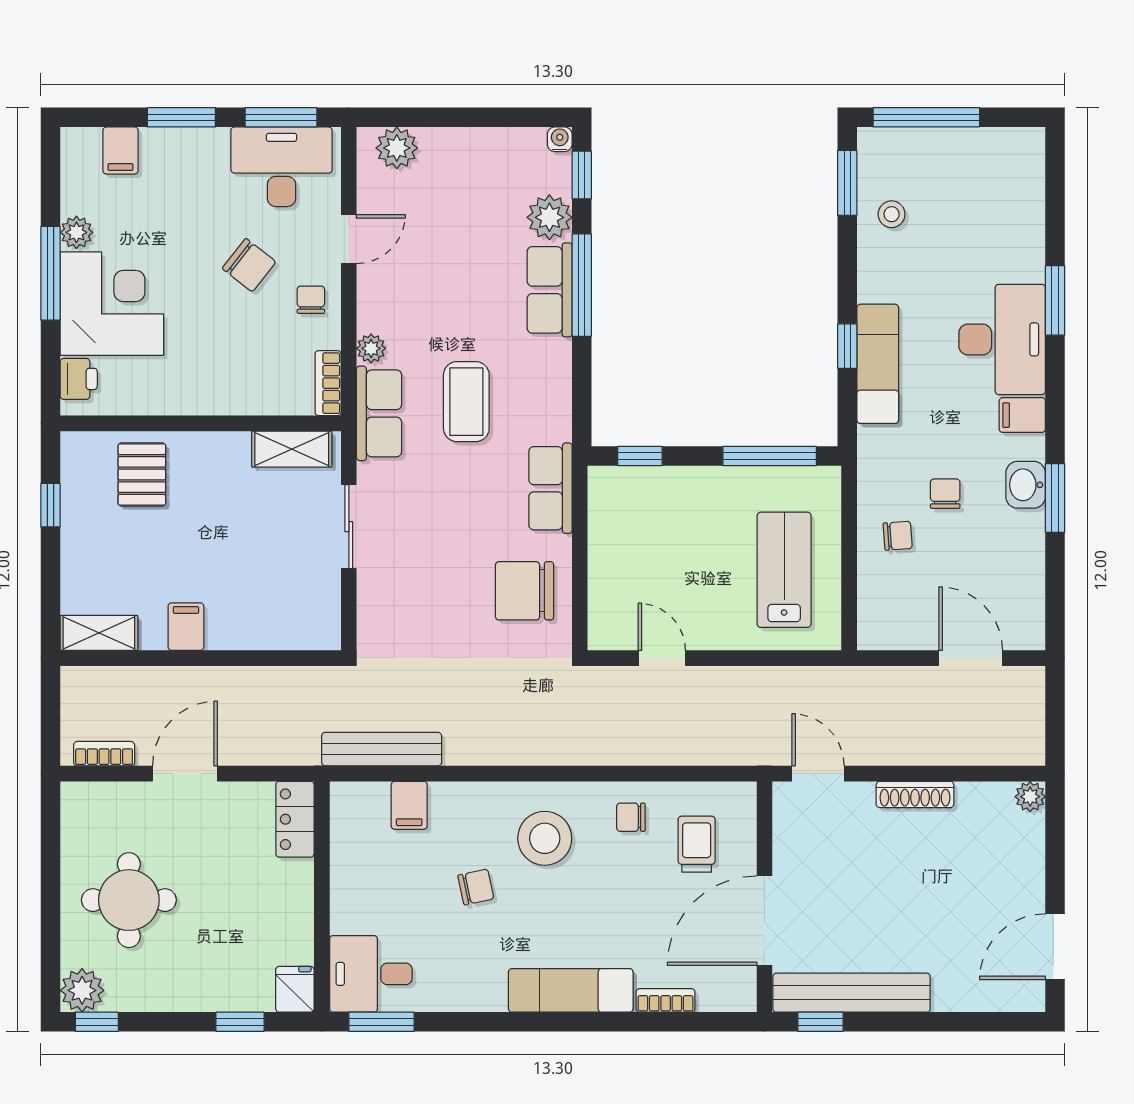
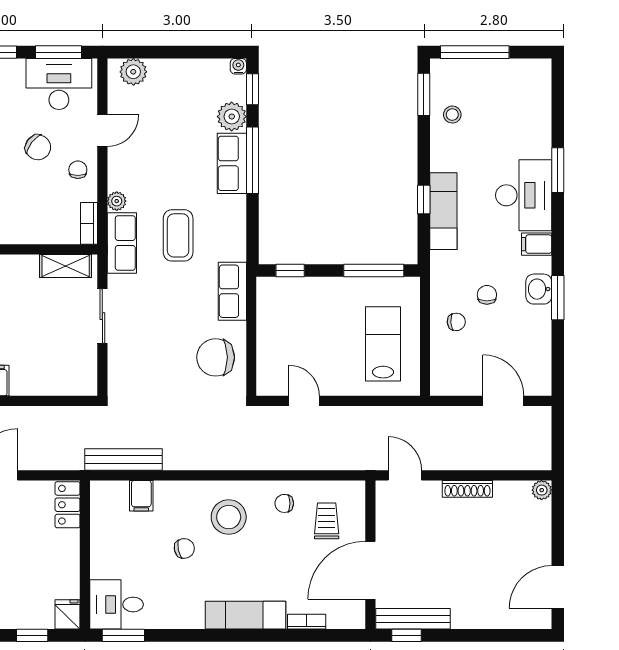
bench: (852, 993) -> (413, 619), width x0.73, depth x0.82

